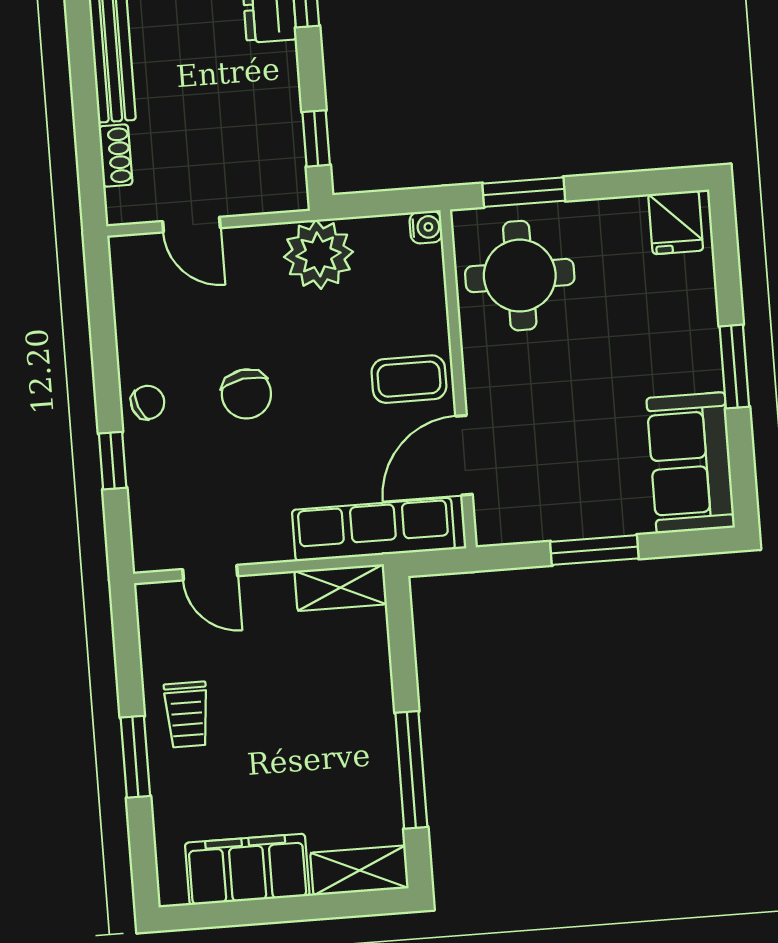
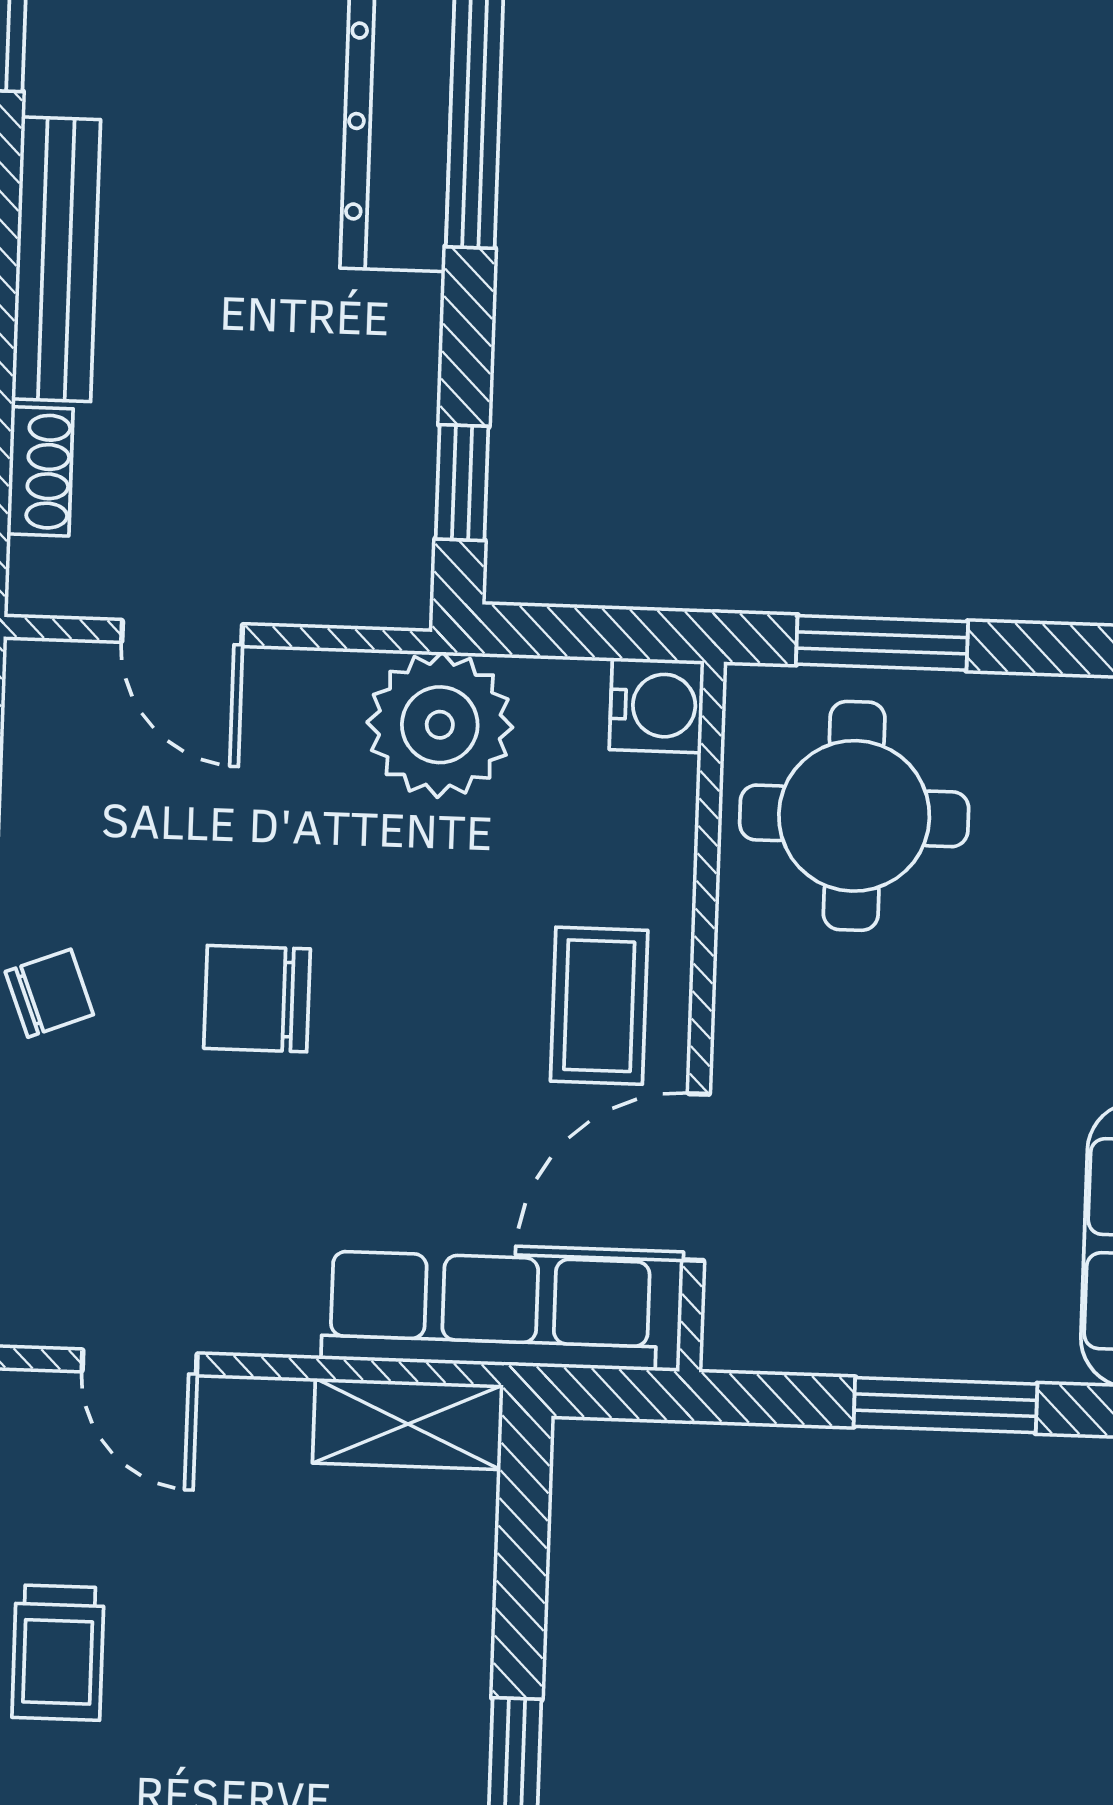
water cooler: (426, 227) -> (657, 705), width x1.38, depth x1.38
coffee table: (409, 379) -> (599, 1006), turned 90
chair: (246, 394) -> (257, 999), turned 99

